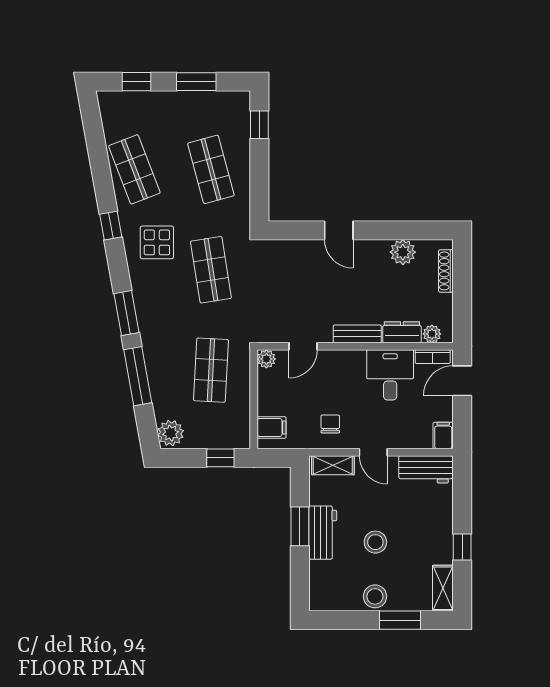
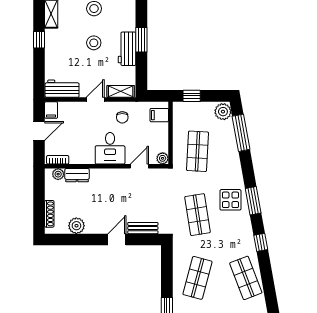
shop shelf: (211, 169) -> (197, 278), turned 30
door: (339, 230) -> (117, 239), hinge flipped
display table: (157, 242) -> (230, 200), moved
window: (126, 313) -> (253, 201), moved
bench: (357, 334) -> (143, 228), moved
desk: (390, 375) -> (110, 148), moved
window: (138, 376) -> (241, 133), moved
door: (462, 381) -> (39, 131), moved
door: (373, 452) -> (95, 99), hinge flipped
window: (300, 526) -> (141, 40), moved

